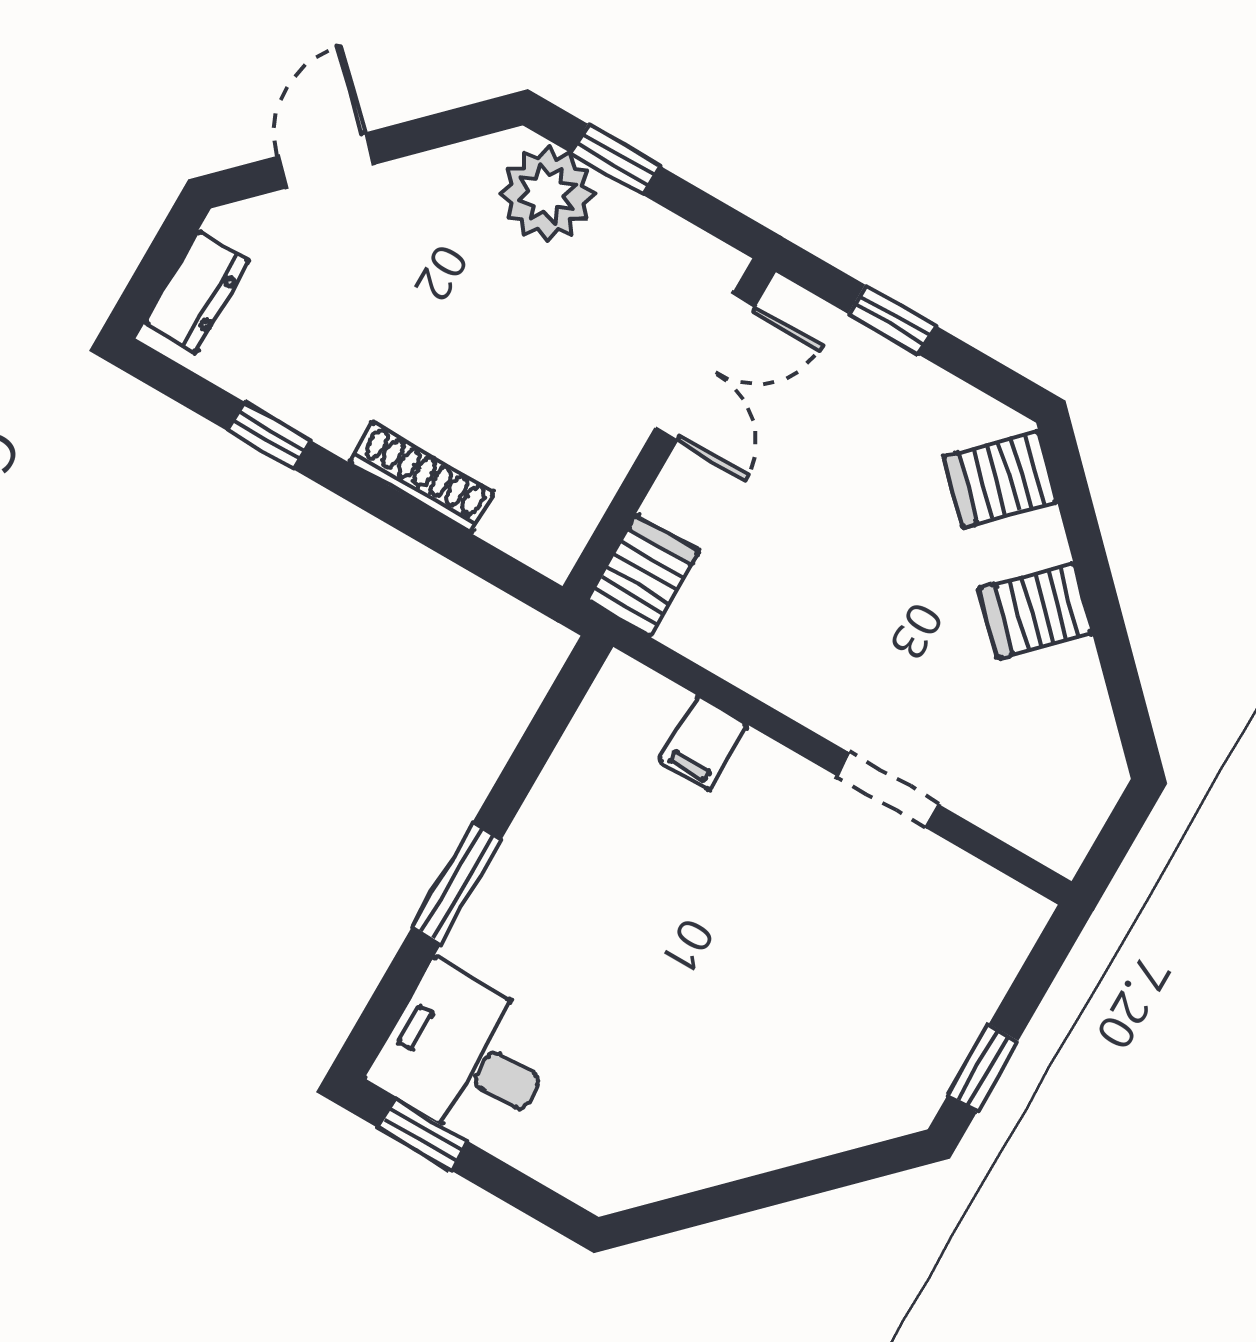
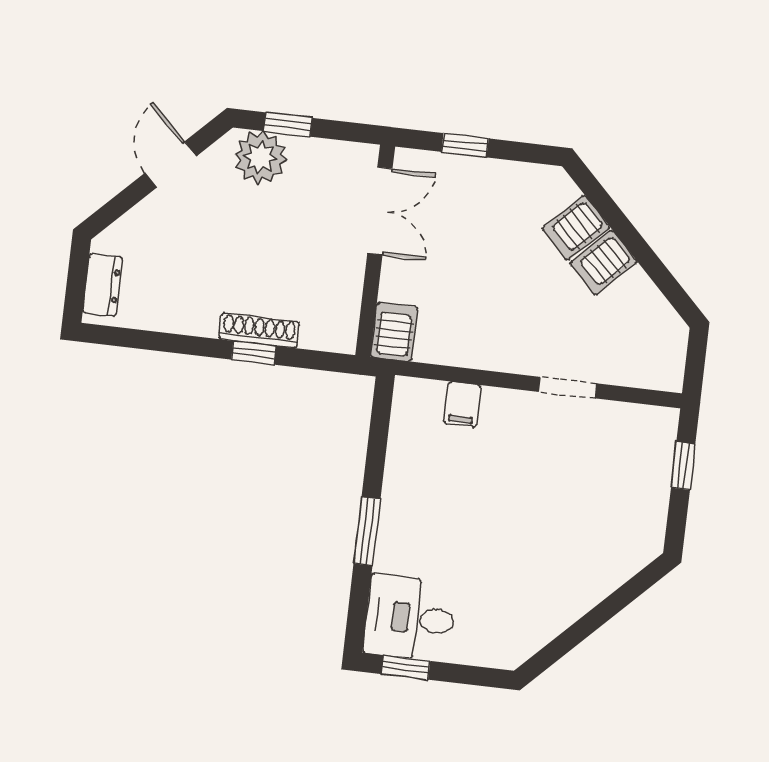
door: (326, 160) -> (171, 165), moved
window: (269, 436) -> (254, 353), moved
server rack: (1000, 479) -> (576, 228), moved
window: (983, 1068) -> (683, 466), moved

